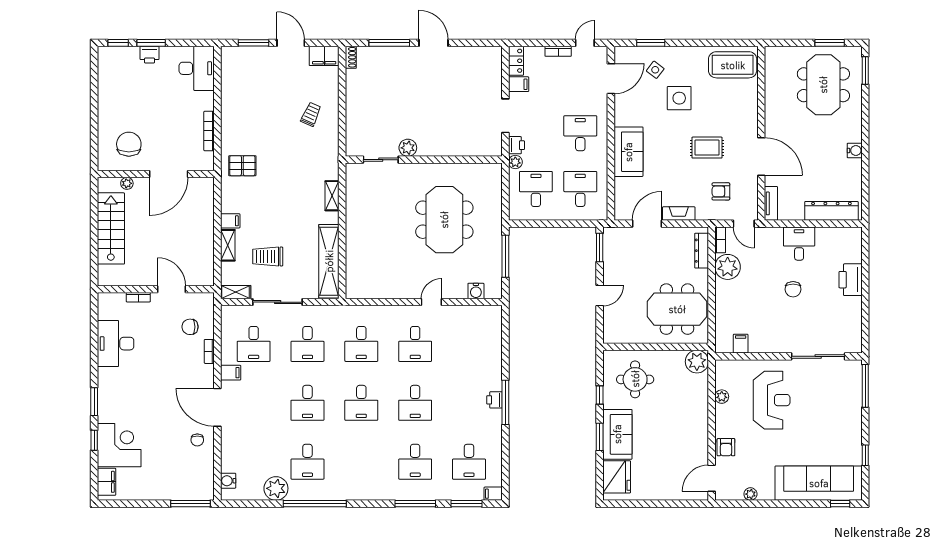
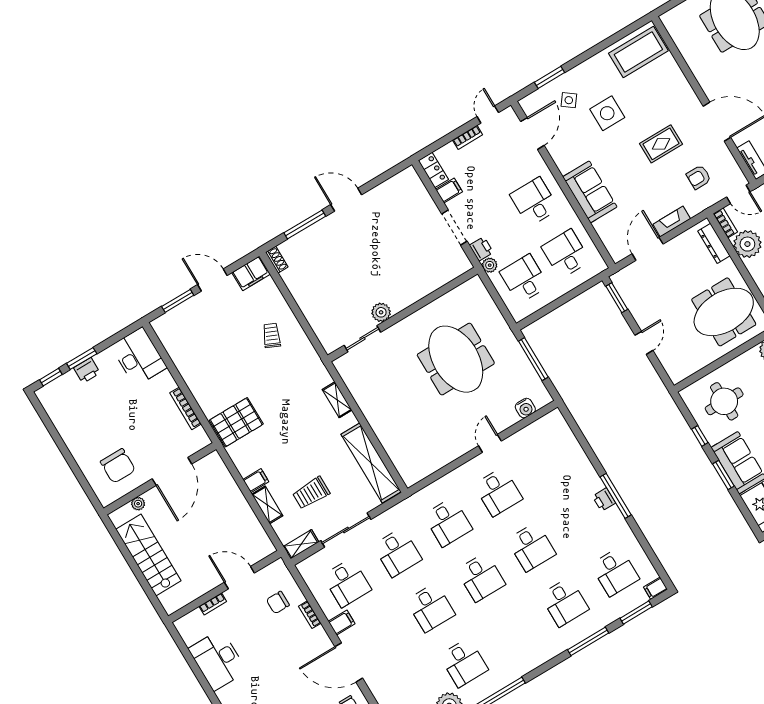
chair: (129, 144) -> (118, 466), turned 180
pallet: (242, 166) -> (236, 422), width x1.50, depth x1.42

